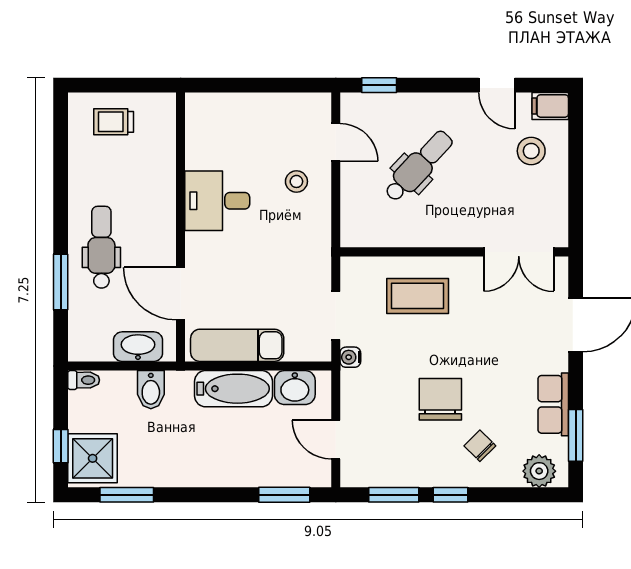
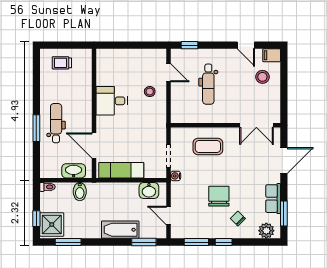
dental chair: (419, 166) -> (208, 84), turned 137
window: (61, 282) -> (36, 128), moved
bathtub: (233, 389) -> (120, 230), moved, turned 180

